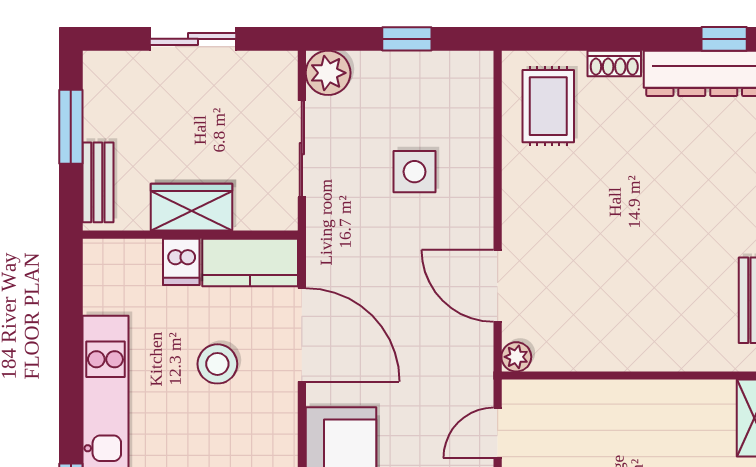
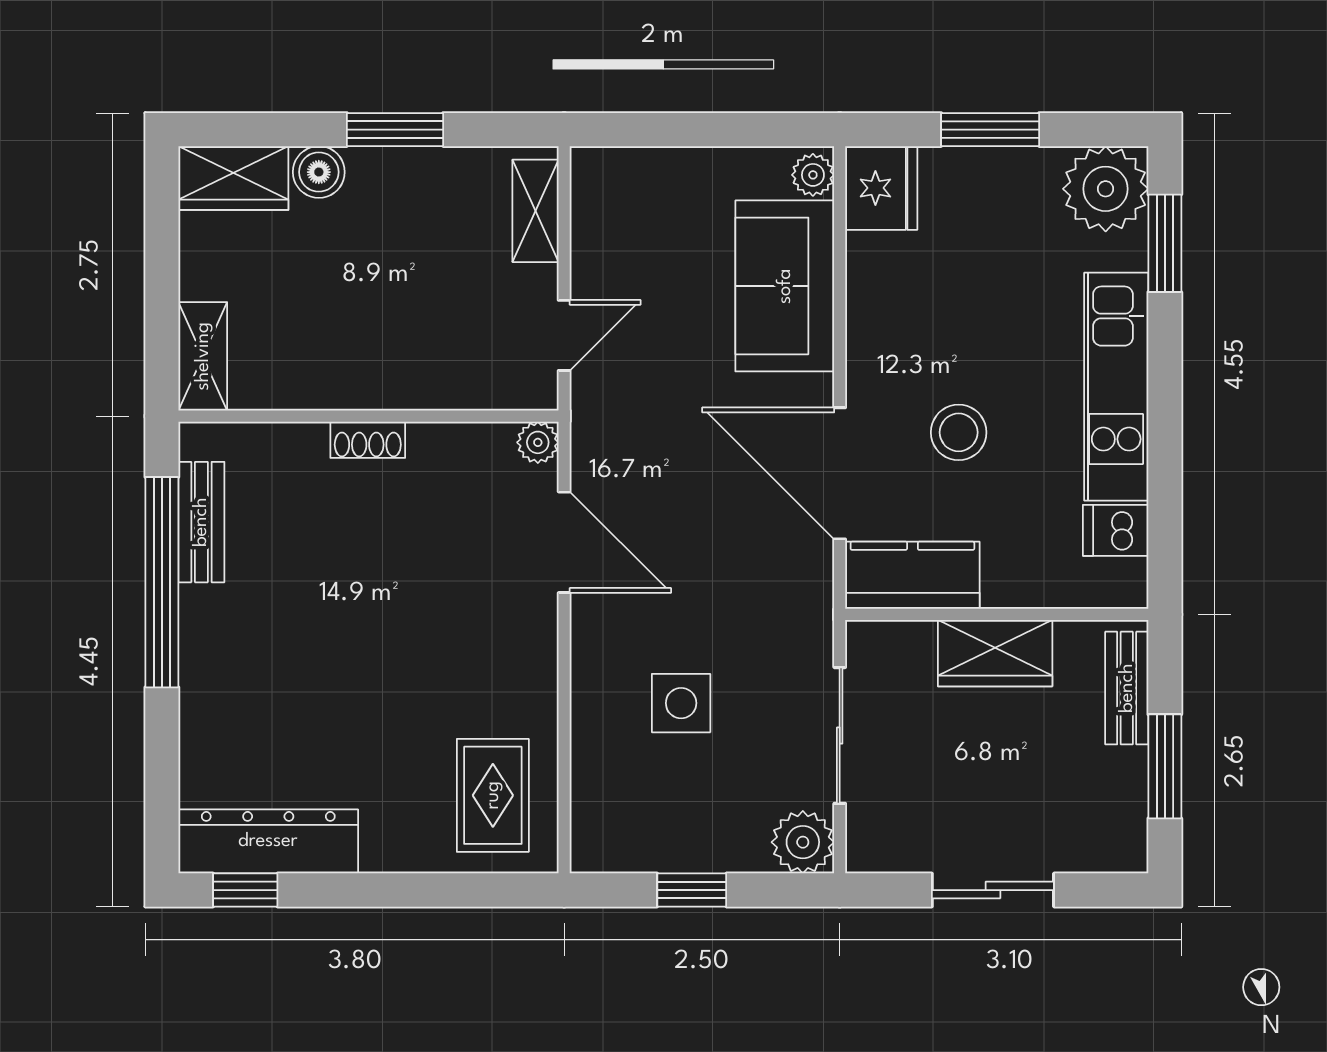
shoe rack: (614, 64) -> (368, 440), moved, turned 180
dishwasher: (181, 262) -> (1116, 530), moved, turned -90

